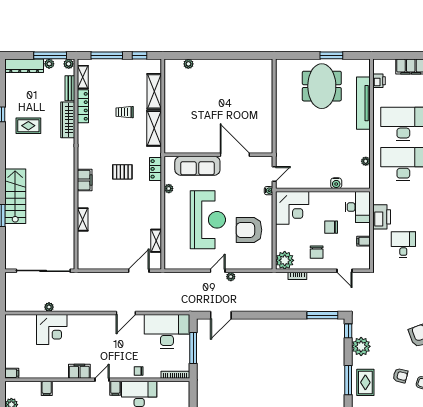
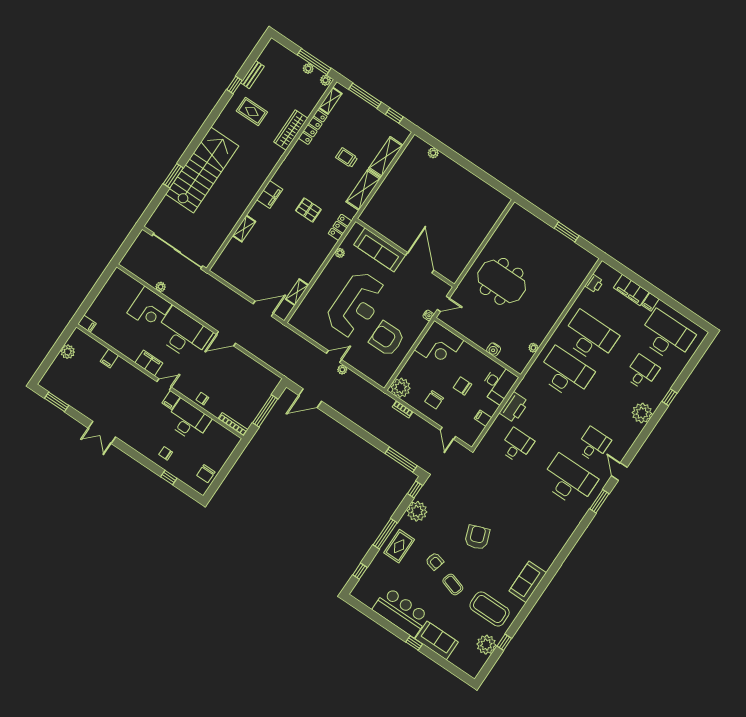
dresser: (24, 66) -> (284, 55), removed
meeting table: (322, 86) -> (502, 281), moved, turned 90
bench: (70, 88) -> (252, 75), moved
tv unit: (363, 103) -> (566, 294), removed
stairs: (15, 196) -> (202, 170), width x1.36, depth x1.51
desk: (167, 331) -> (183, 334), moved

